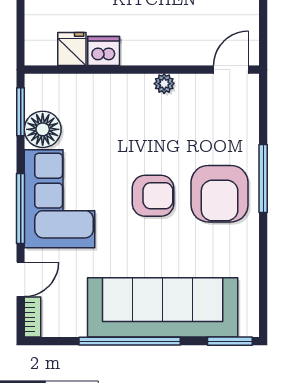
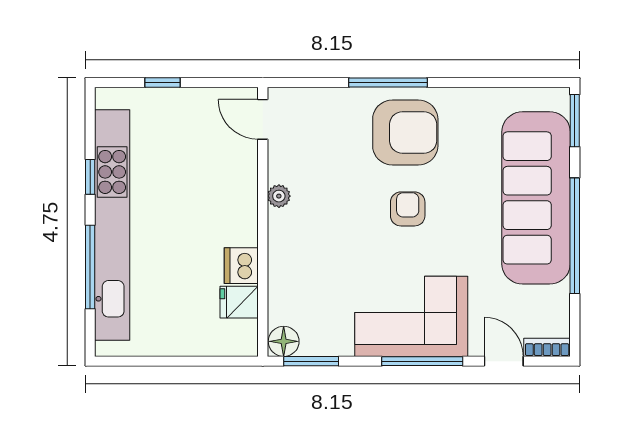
floor lamp: (43, 129) -> (284, 341), moved, width x0.73, depth x0.73
armchair: (153, 196) -> (408, 209), width x0.72, depth x0.72

